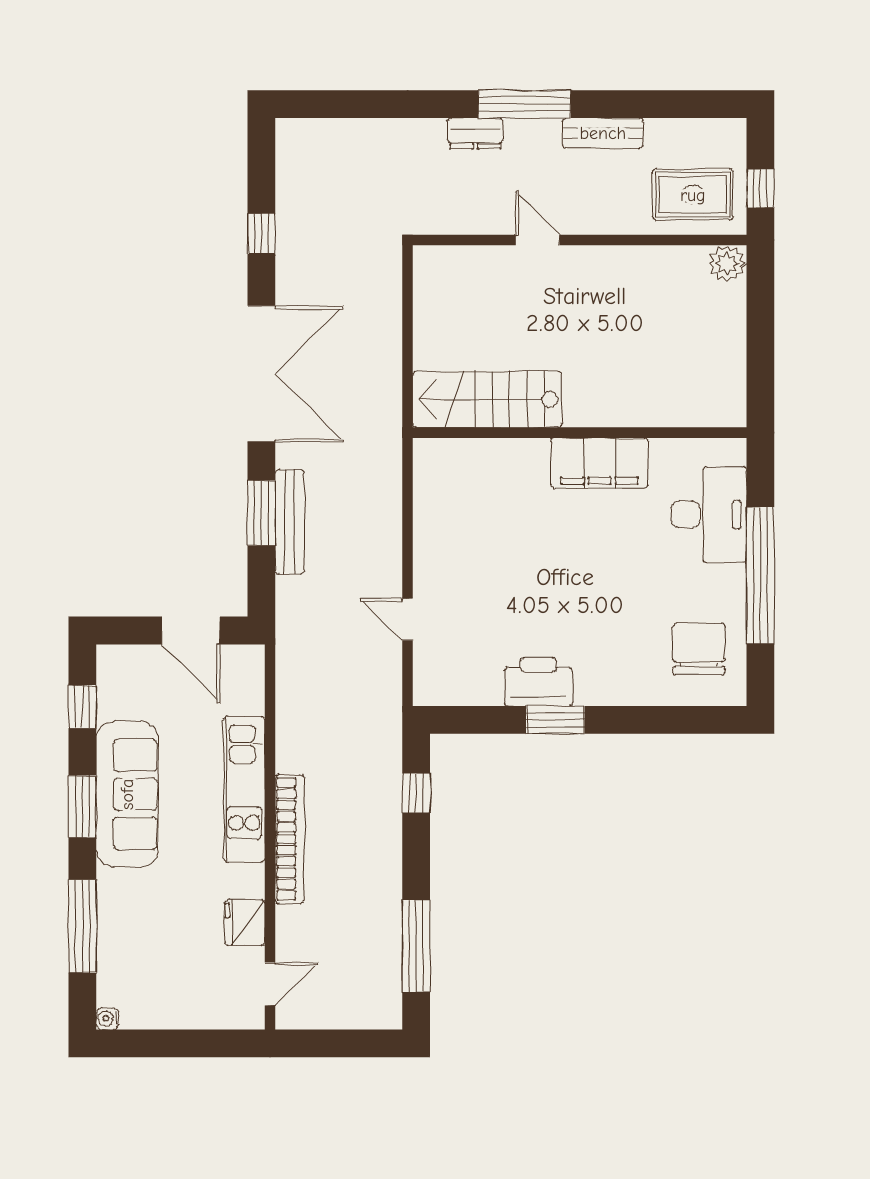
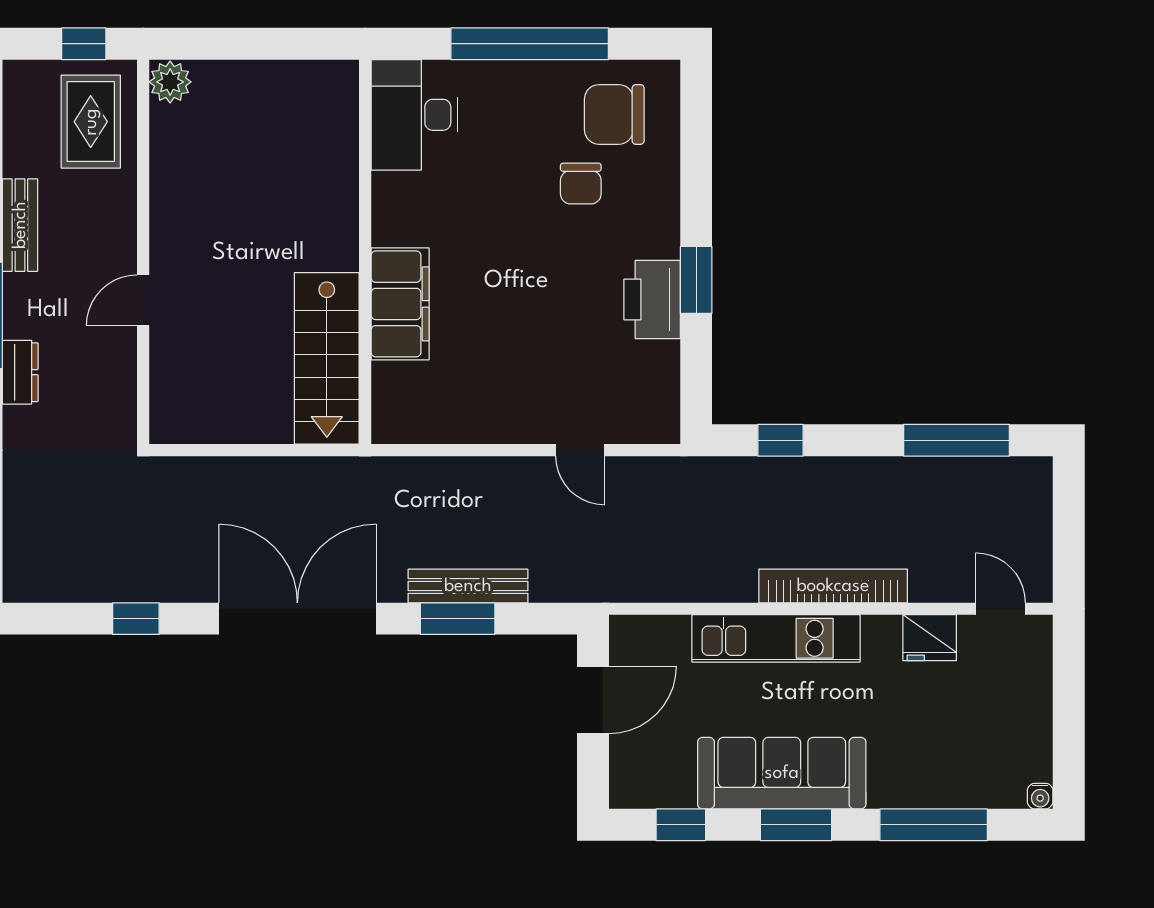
filing cabinet: (599, 463) -> (400, 304), moved
desk: (709, 514) -> (414, 115), moved, turned -90
door: (408, 619) -> (580, 450), hinge flipped
chair: (639, 620) -> (581, 184), added

